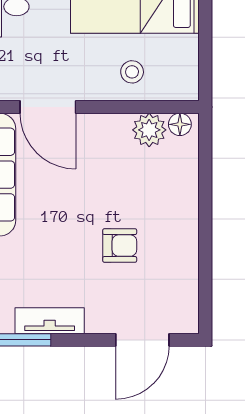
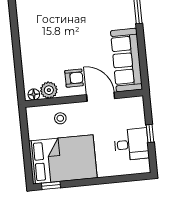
armchair: (120, 246) -> (74, 78), moved, turned 180

